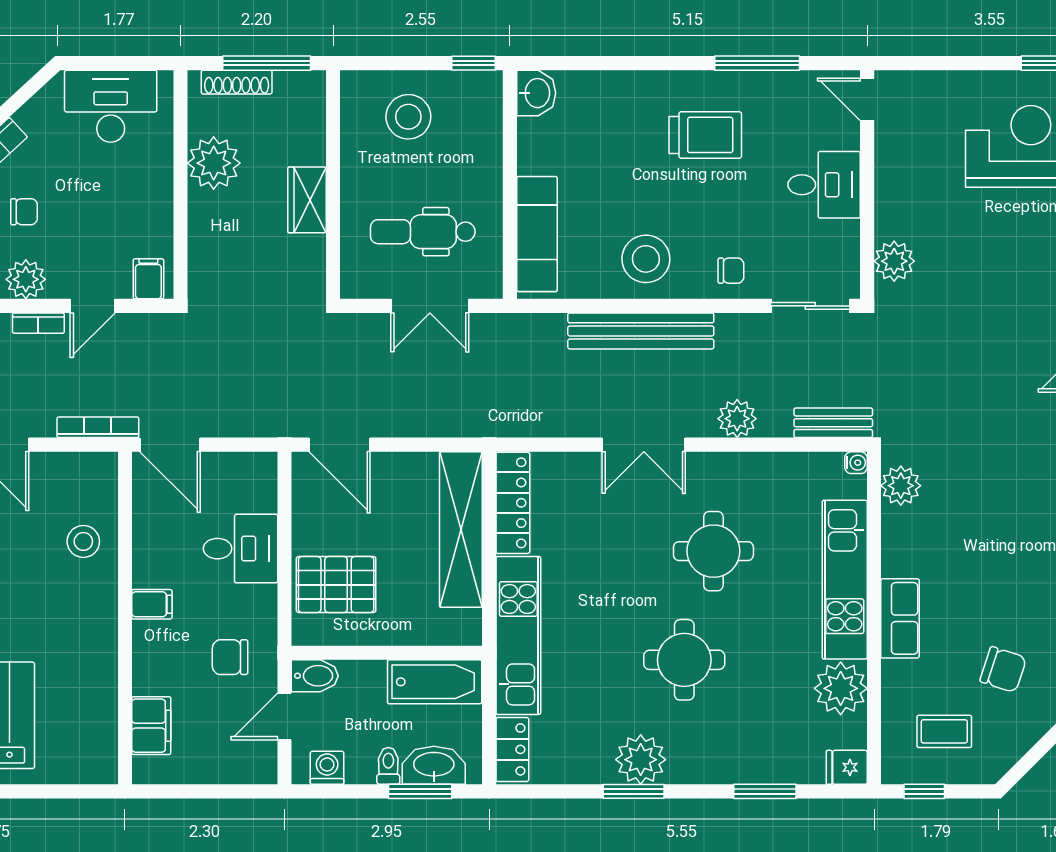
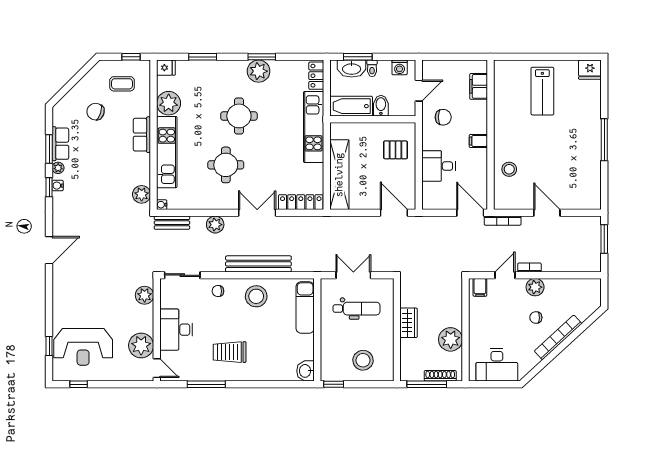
plant: (902, 150) -> (141, 345), added
desk: (824, 185) -> (176, 330), width x1.37
locker: (513, 503) -> (301, 202), moved, turned 90
pallet: (336, 585) -> (396, 150), width x0.67, depth x0.71
bidet: (315, 676) -> (381, 106), moved, turned 90

